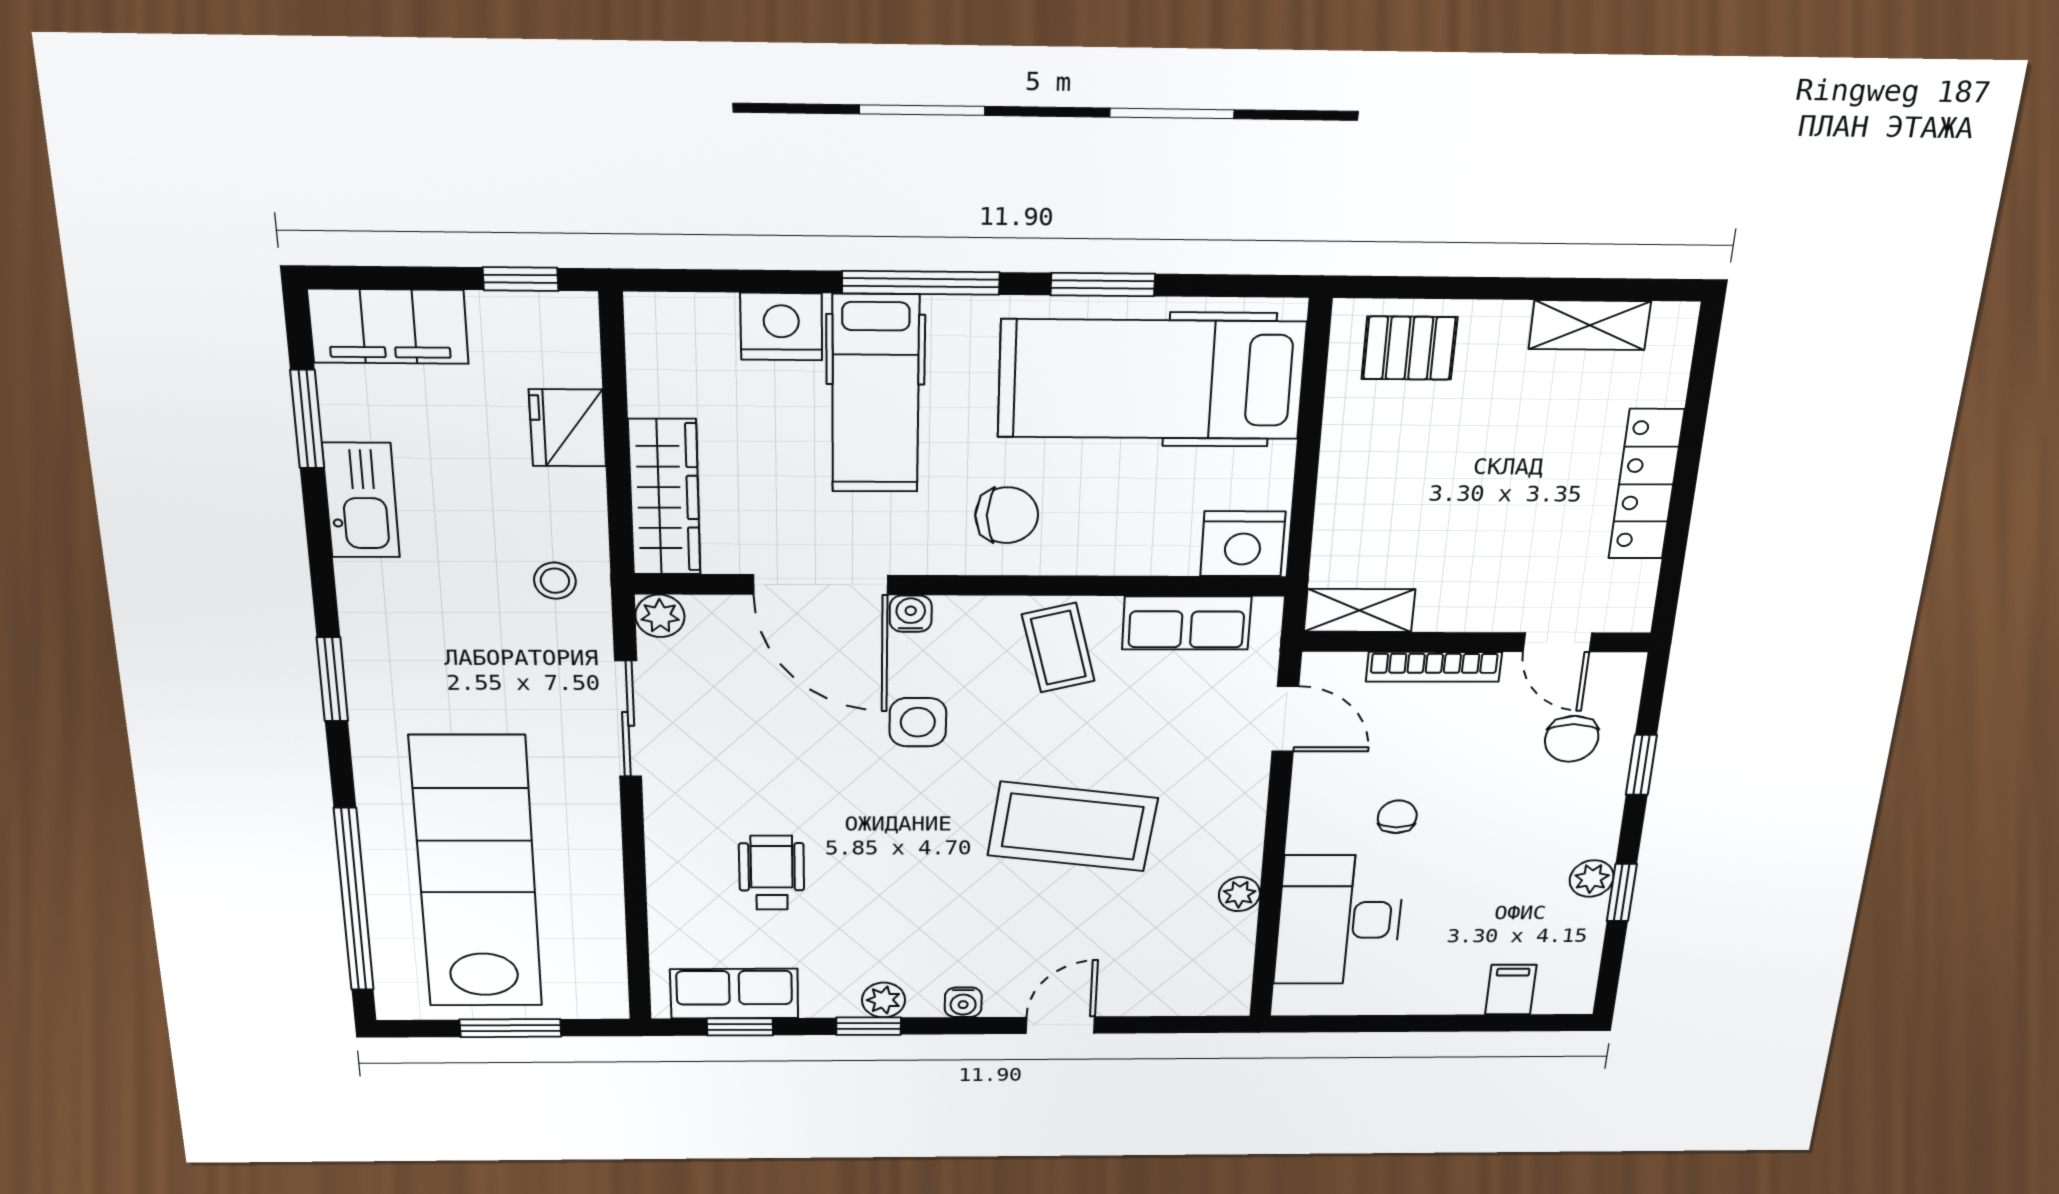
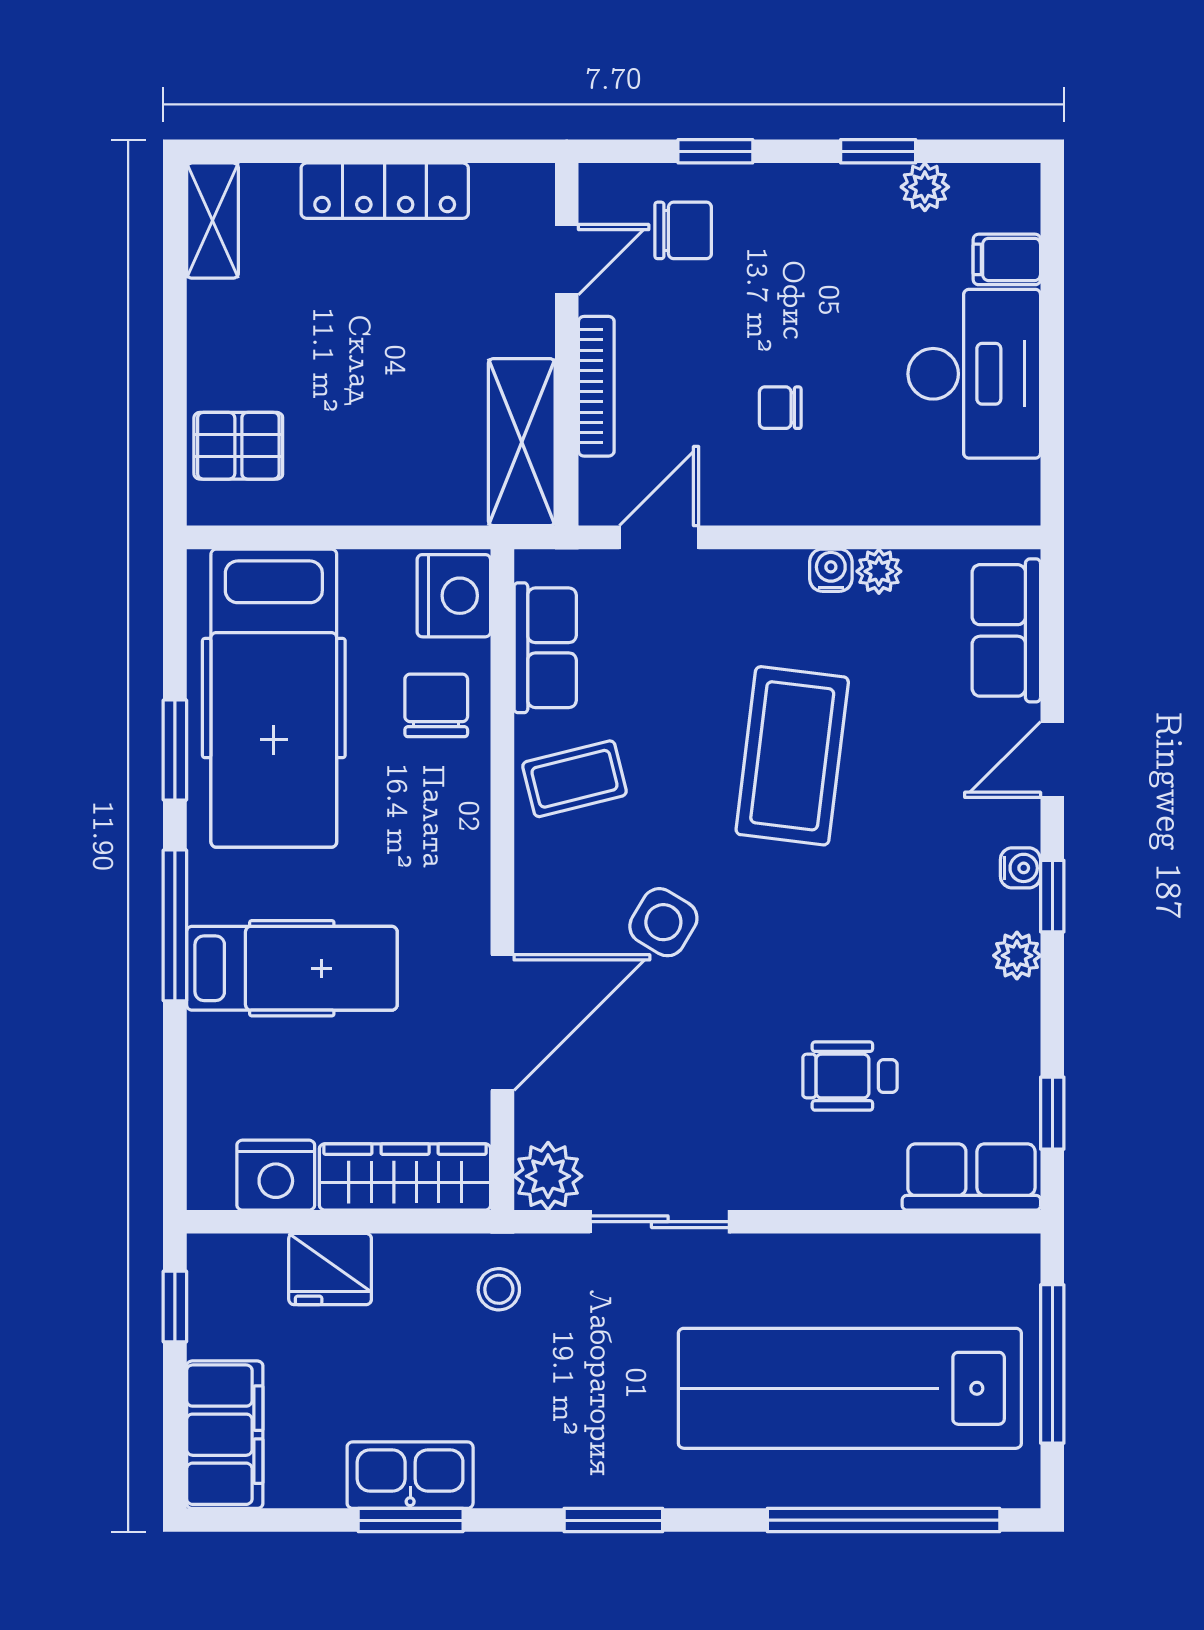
shelving: (1590, 325) -> (212, 221), moved
nightstand: (781, 327) -> (276, 1175), moved, turned -90
pallet: (1409, 348) -> (238, 446), turned 90
window: (307, 419) -> (411, 1520), moved
chair: (1007, 515) -> (436, 705), moved
shelving: (1359, 610) -> (522, 442), width x1.50, depth x1.33
water cooler: (911, 614) -> (831, 570), moved, turned 90
plant: (660, 616) -> (548, 1176), width x1.38, depth x1.38
side table: (918, 722) -> (663, 922), turned 31
plant: (1592, 879) -> (925, 187), moved
desk: (1339, 920) -> (974, 374), moved, turned -90
row of seats: (1179, 991) -> (1006, 630), added
row of seats: (734, 994) -> (971, 1177), moved, turned 90
door: (1060, 1025) -> (1052, 760), hinge flipped
window: (869, 1026) -> (1052, 896), moved
window: (510, 1028) -> (1052, 1364), width x1.44

